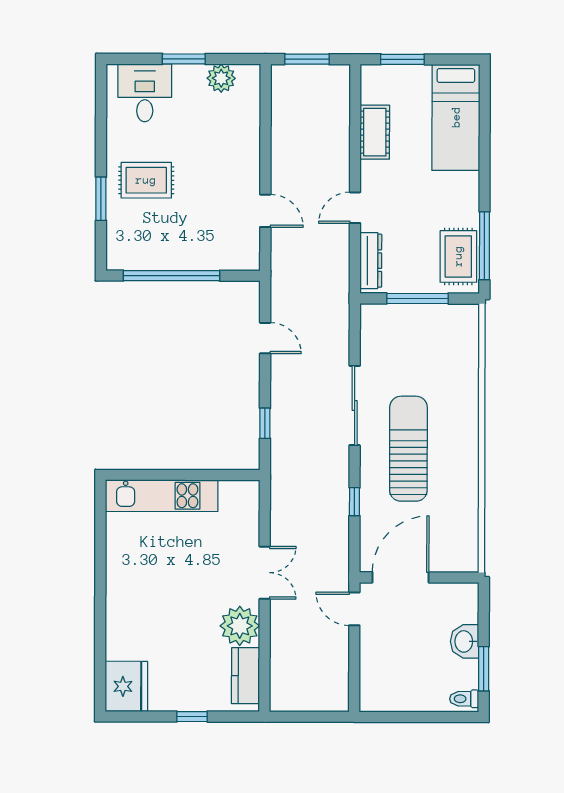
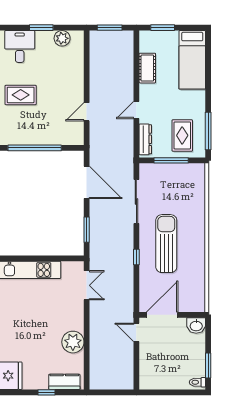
door: (265, 211) -> (87, 112), swing flipped
rug: (458, 256) -> (182, 135), moved
door: (265, 338) -> (87, 182), width x1.88
sliding door: (355, 406) -> (136, 202), moved
window: (265, 423) -> (87, 230), width x1.50
window: (354, 502) -> (136, 257), moved
double door: (265, 573) -> (87, 285), moved
washbasin: (465, 641) -> (196, 326), moved, turned -90
kitchen counter: (246, 676) -> (64, 382), moved, turned 90

